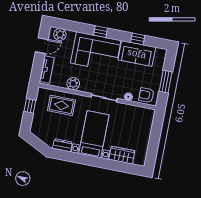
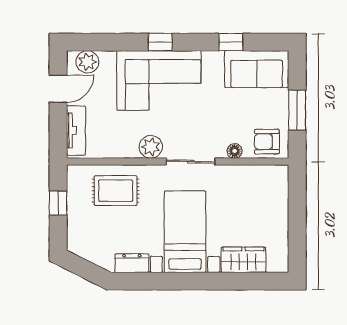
sofa: (137, 53) -> (257, 69), moved
plant: (73, 84) -> (151, 147), moved

